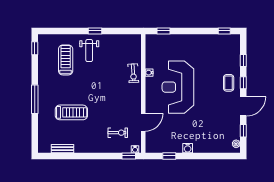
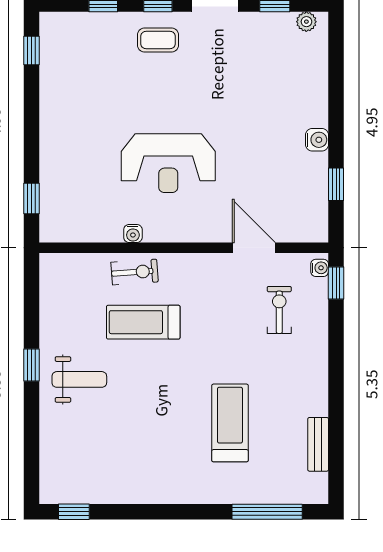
treadmill: (66, 60) -> (143, 322), moved
reception desk: (178, 87) -> (168, 163), width x0.74, depth x0.77
window: (35, 99) -> (267, 512), moved

